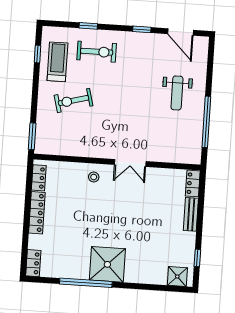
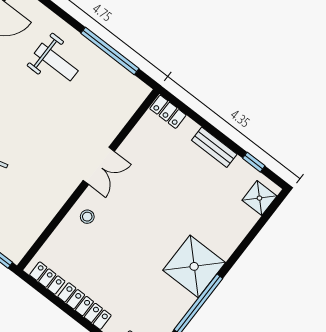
bench: (191, 214) -> (214, 147), moved

